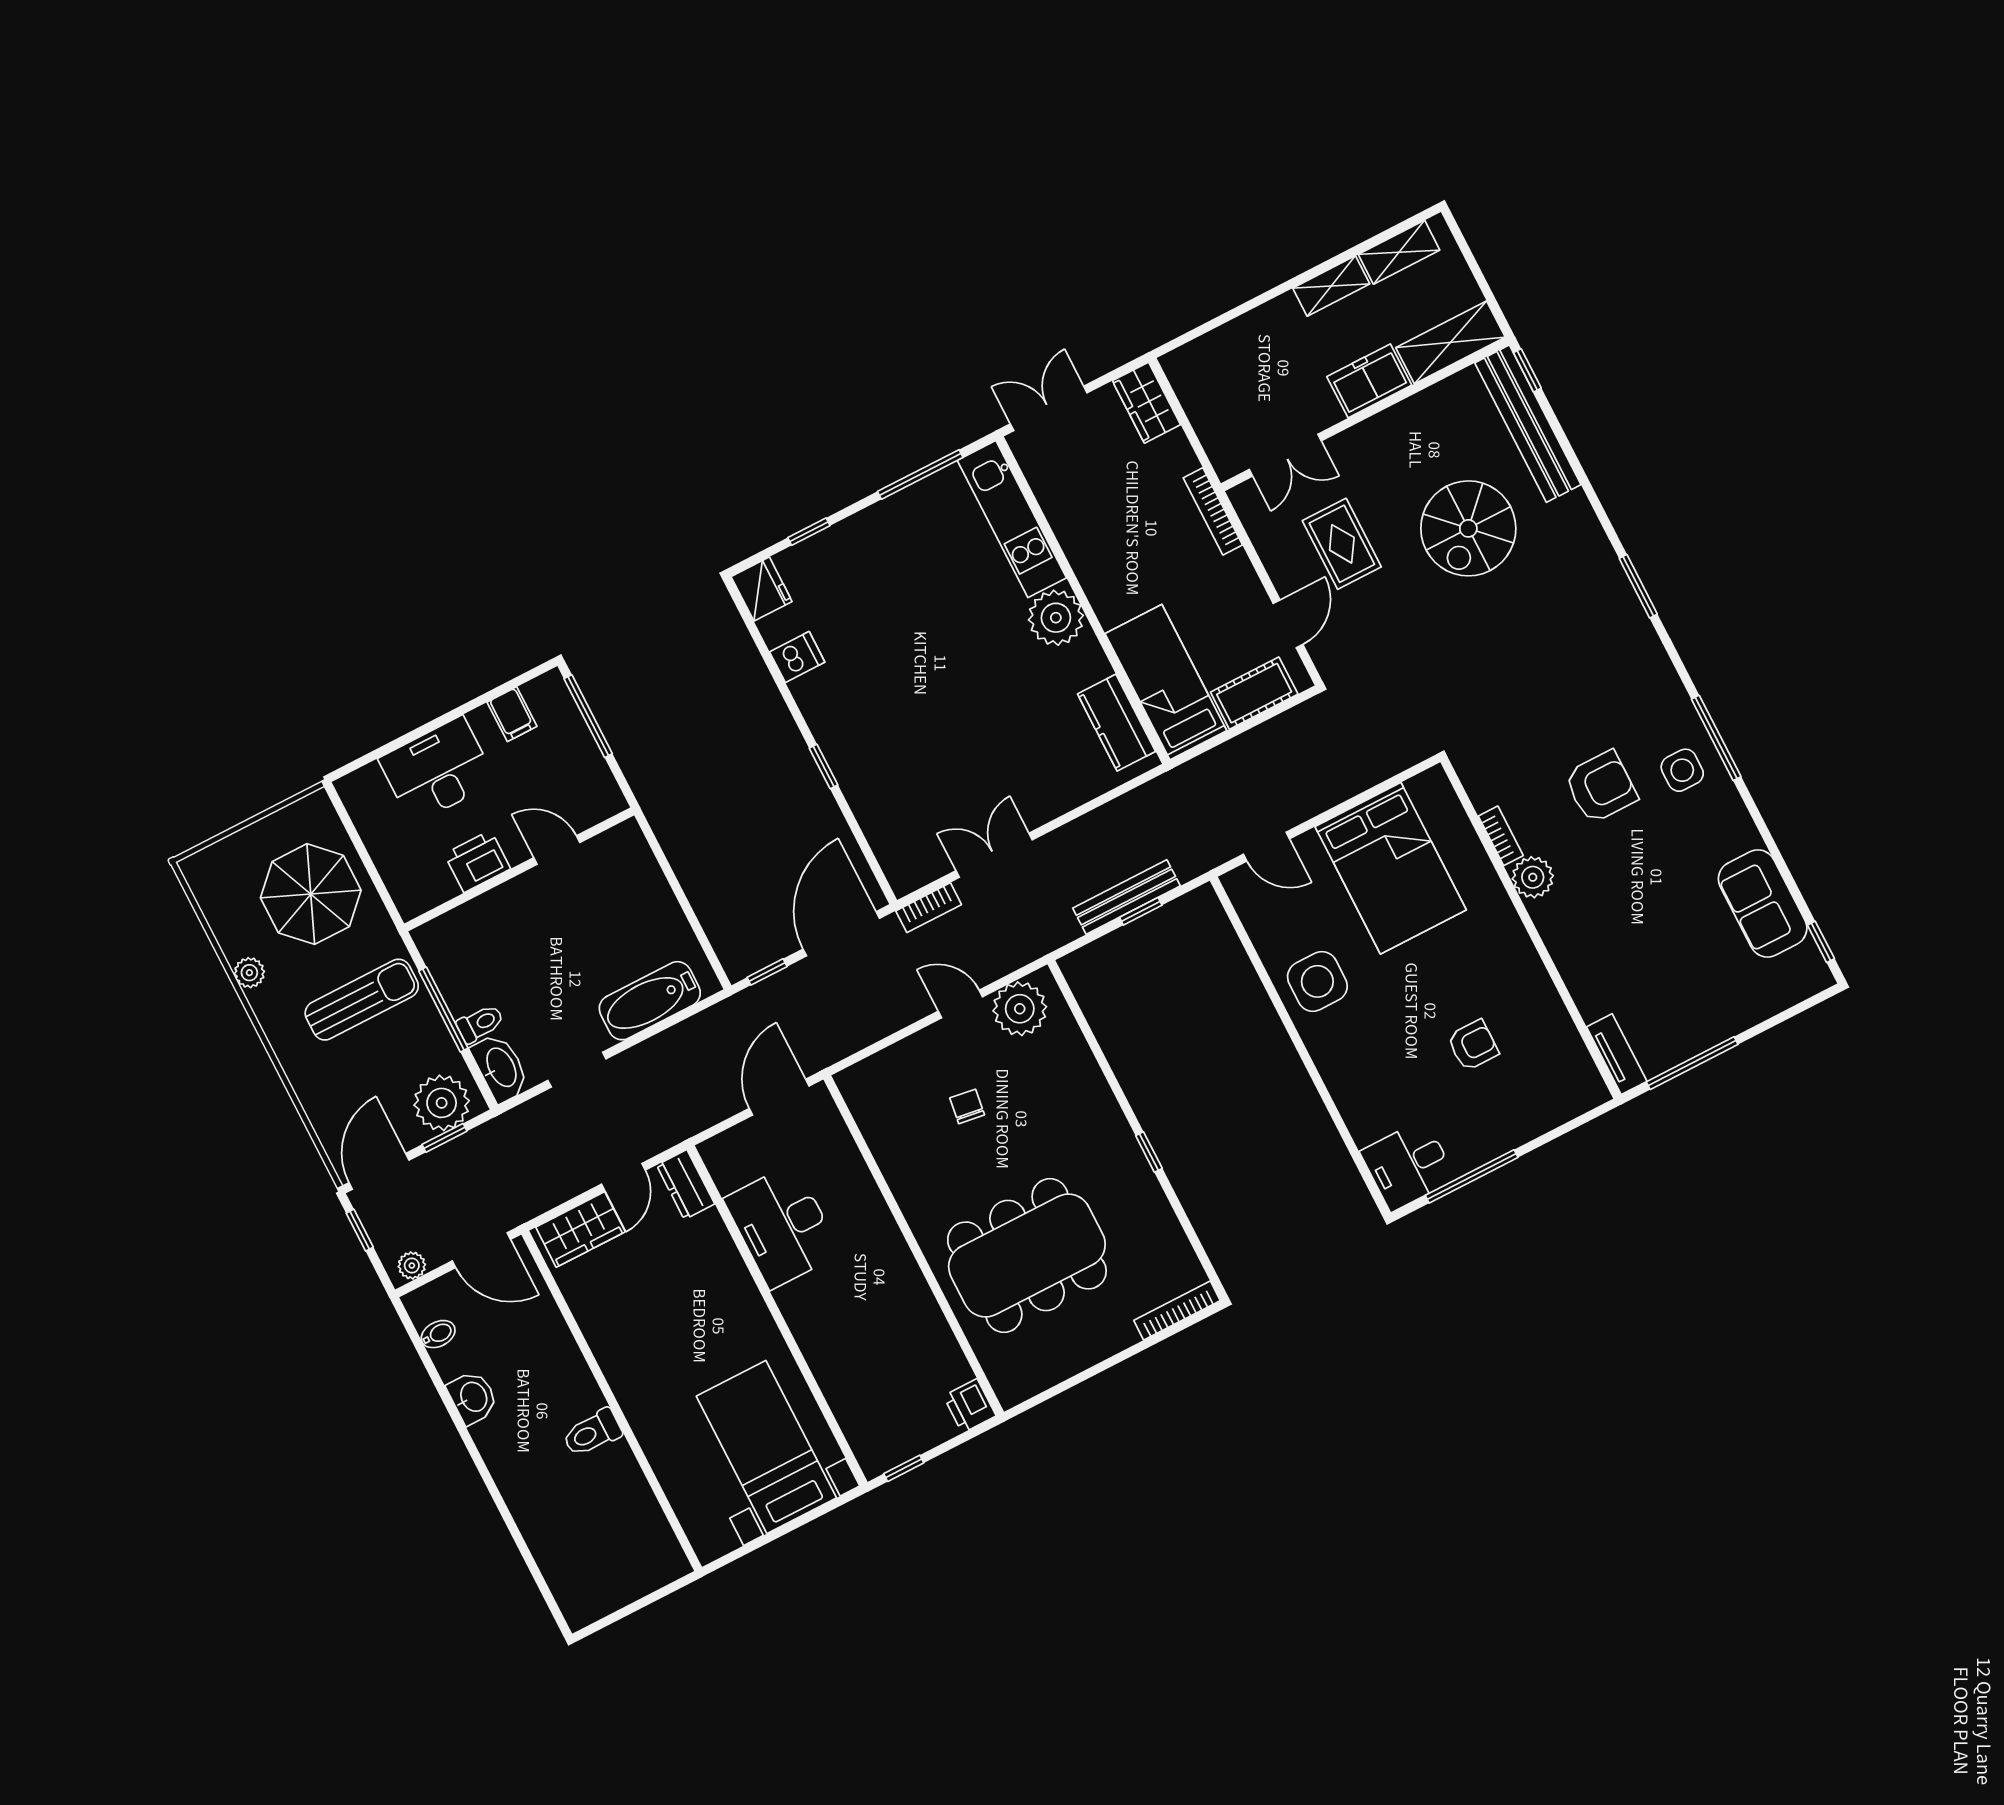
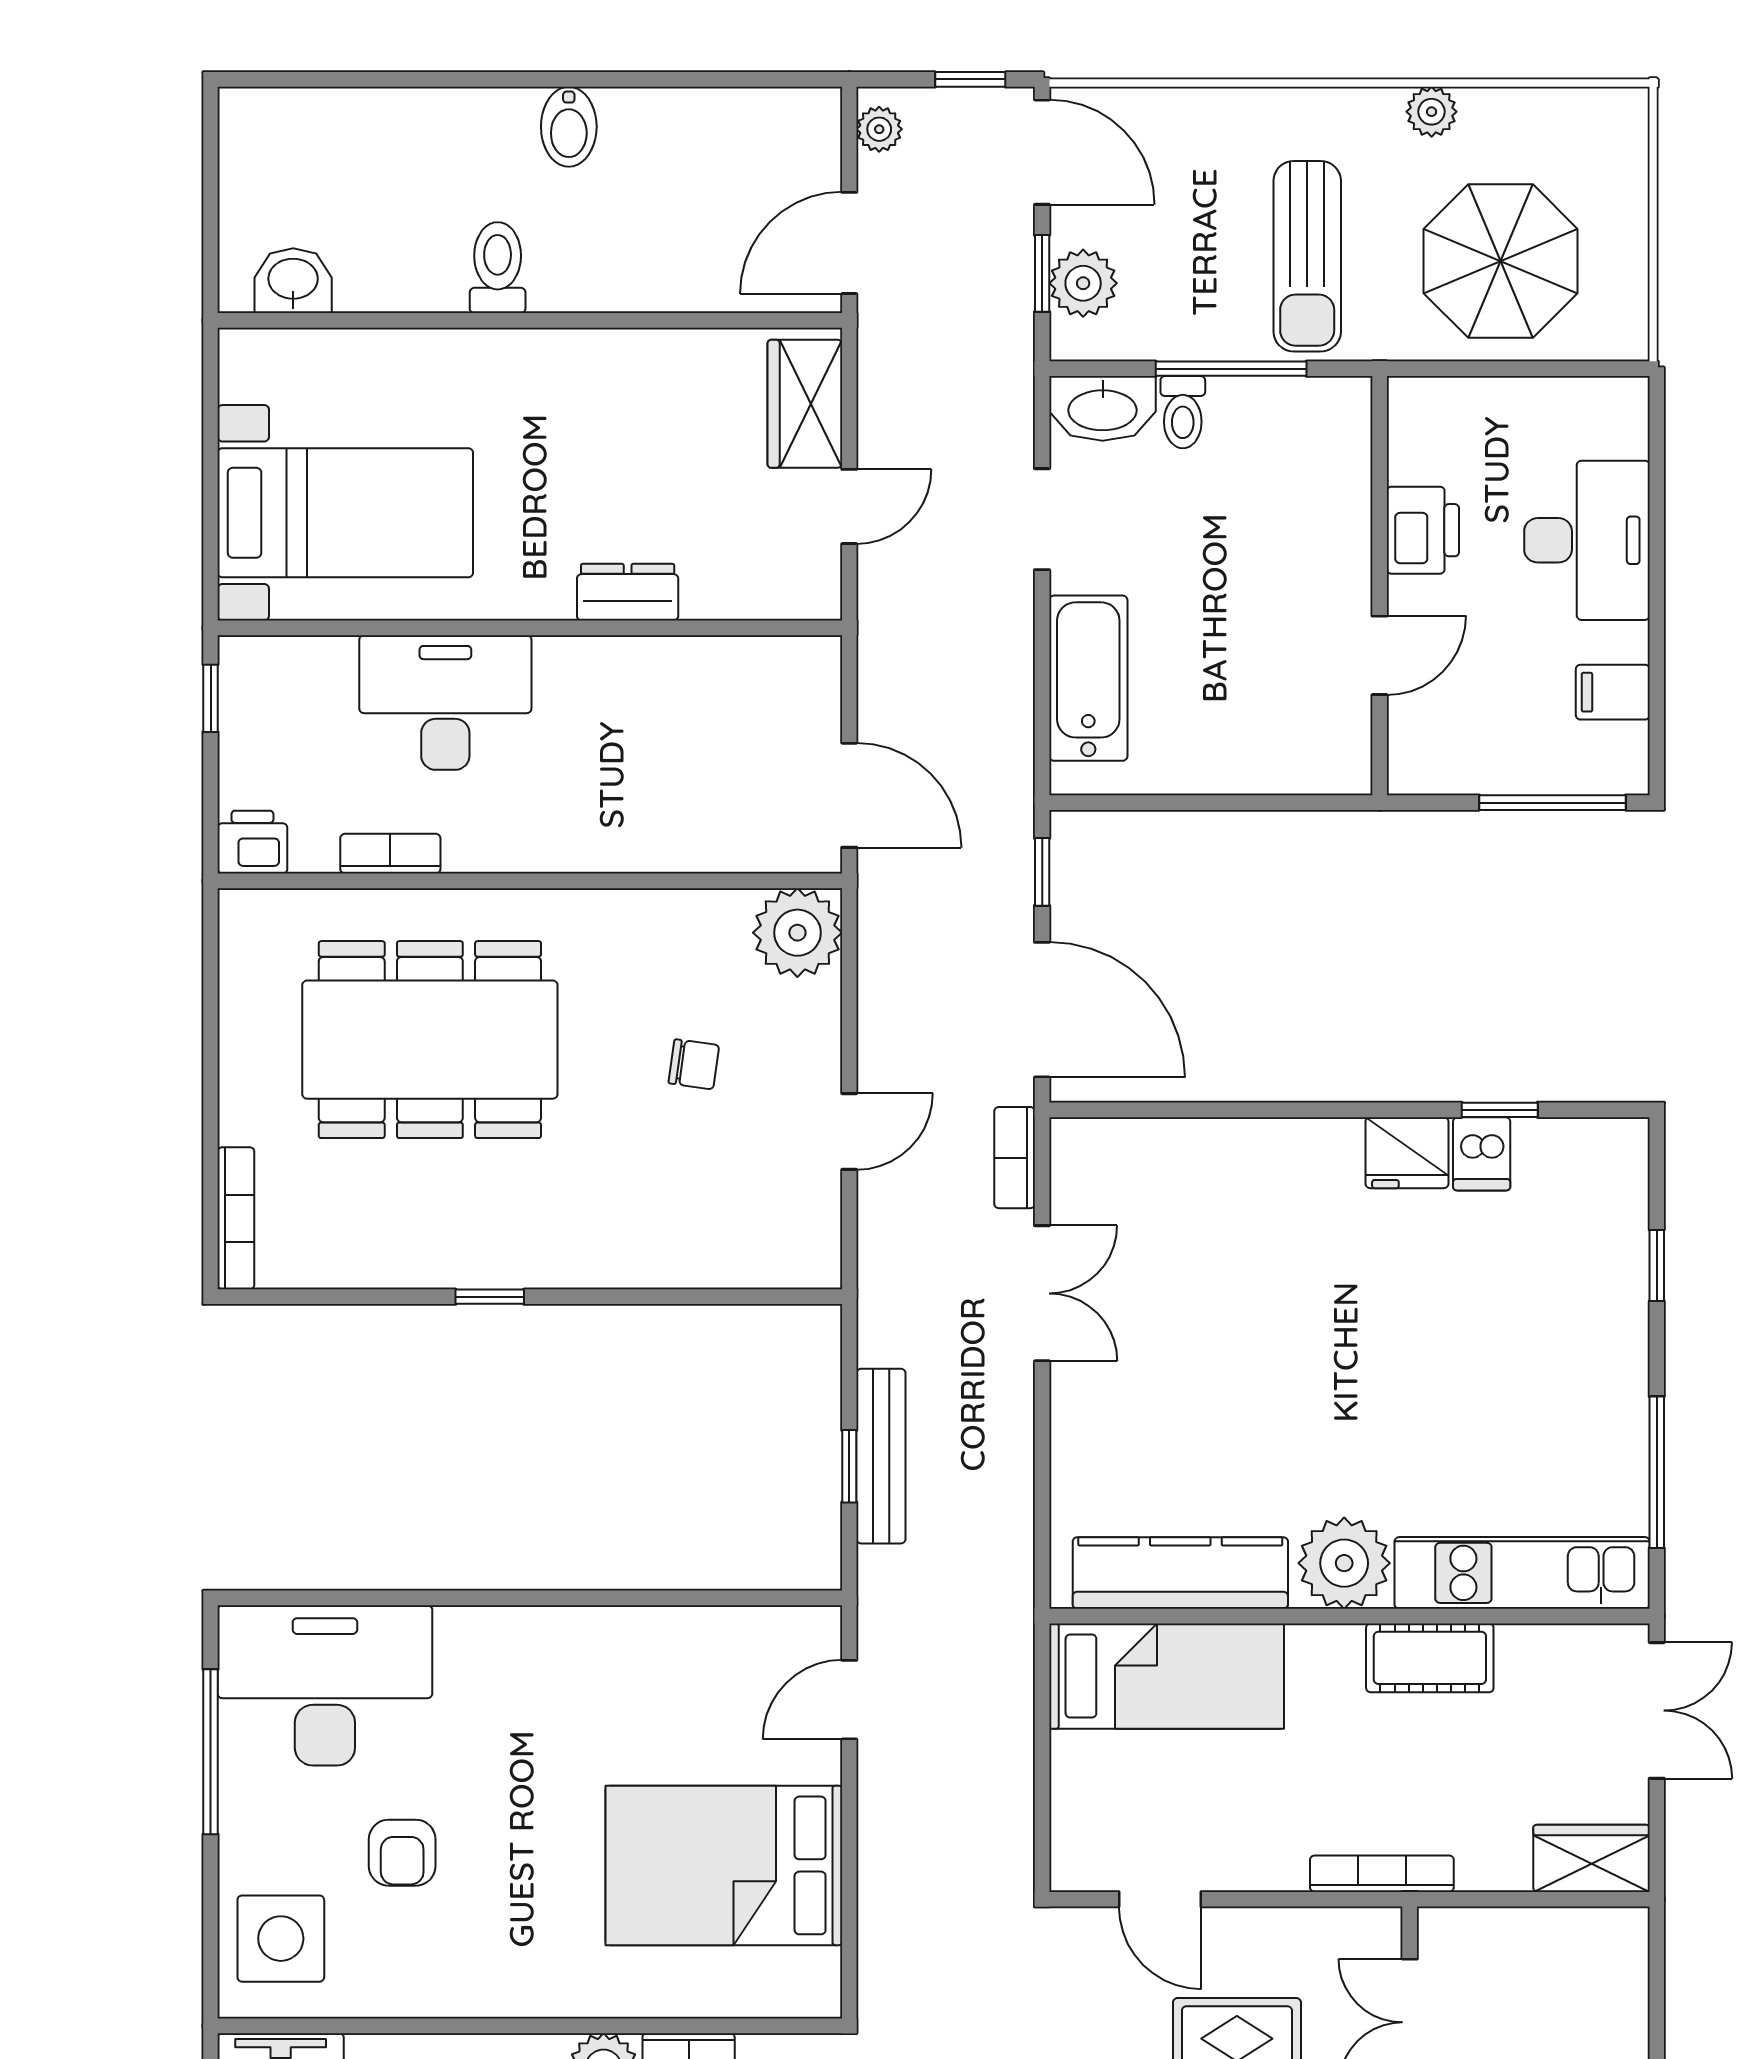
fridge: (762, 589) -> (1407, 1153), moved
cot: (1254, 693) -> (1430, 1658), moved, turned 90
kitchen counter: (1116, 723) -> (1180, 1573), width x1.50
window: (824, 767) -> (1500, 1110), moved
side table: (1317, 981) -> (281, 1939), moved
plant: (1020, 1009) -> (797, 933), moved
plant: (442, 1103) -> (1083, 283), width x0.73, depth x0.73
desk: (1408, 1165) -> (325, 1685), width x1.87, depth x1.30
door: (623, 1177) -> (849, 506), swing flipped
dresser: (686, 1185) -> (628, 592), moved
desk: (782, 1226) -> (445, 702), moved
dining table: (1027, 1255) -> (430, 1040), turned 90
bookcase: (938, 1328) -> (390, 854), added
bidet: (438, 1334) -> (569, 127), moved, width x1.38, depth x1.36
washbasin: (473, 1397) -> (293, 281), moved, turned 180

